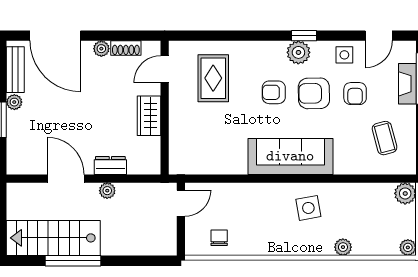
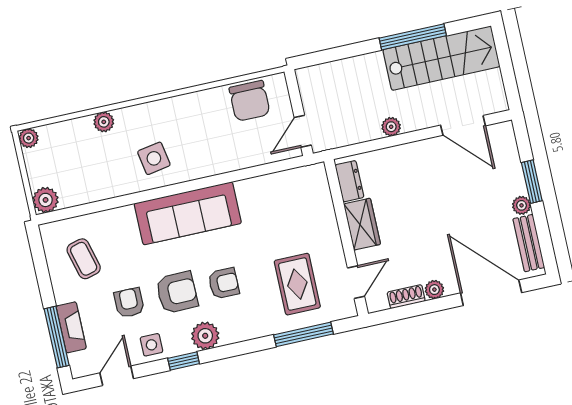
window: (217, 36) -> (303, 334), added
window: (304, 36) -> (184, 361), moved
dresser: (110, 165) -> (349, 181), moved, turned -90
door: (66, 179) -> (463, 125), moved
chair: (219, 238) -> (250, 101), width x1.87, depth x1.87

